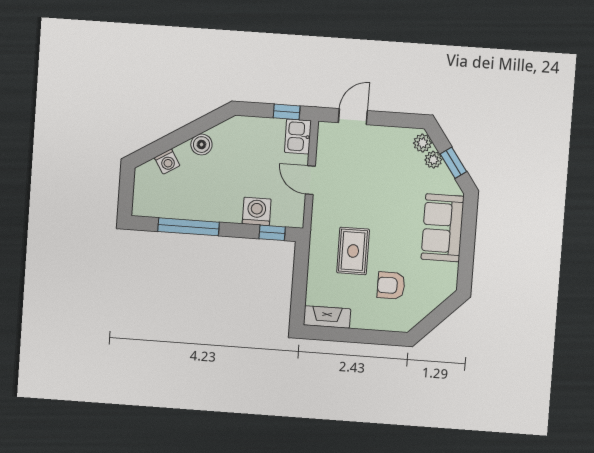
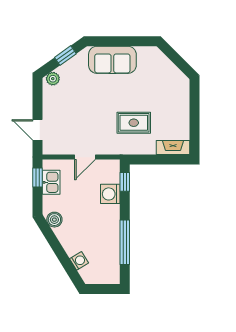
kitchen sink: (298, 136) -> (51, 182), moved, turned -90
boiler: (201, 145) -> (54, 220), moved
plant: (433, 160) -> (64, 70), removed
armchair: (391, 286) -> (157, 94), removed
fireplace: (327, 317) -> (173, 148), moved, turned 90

